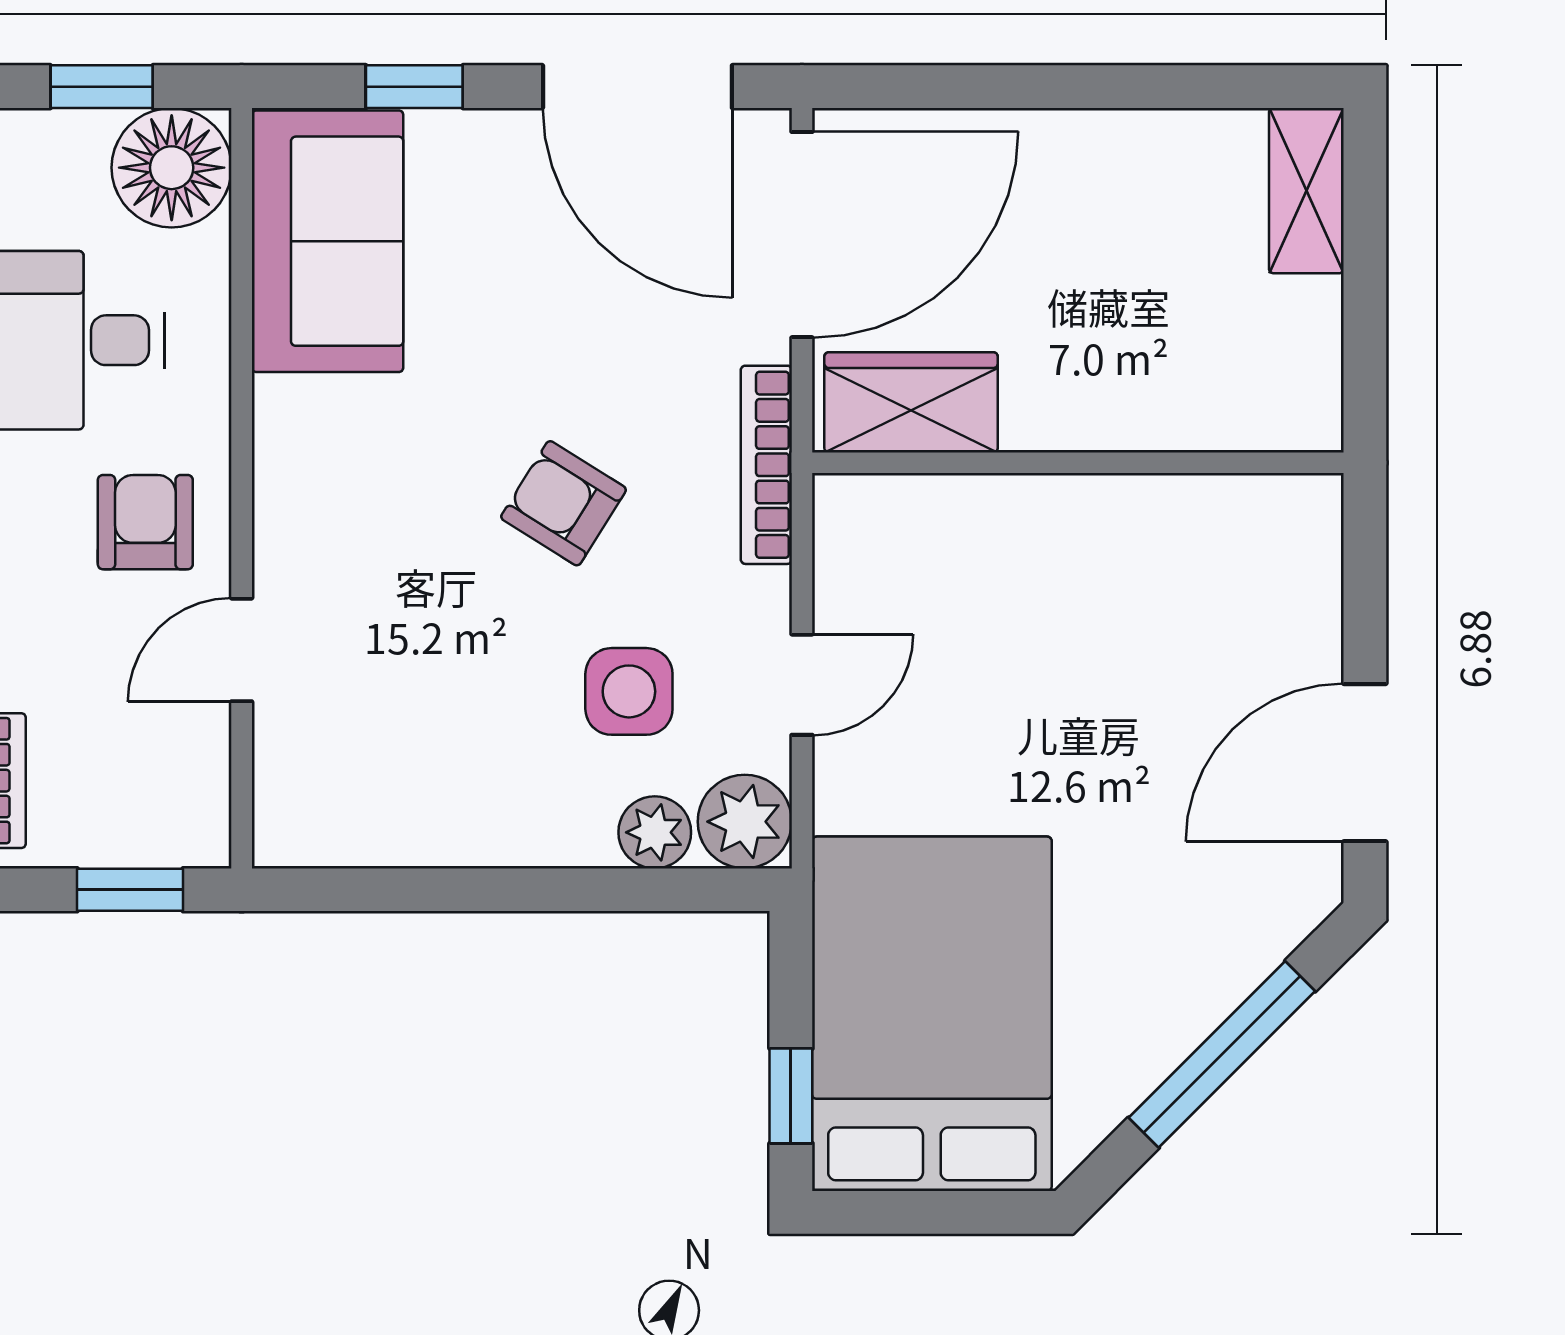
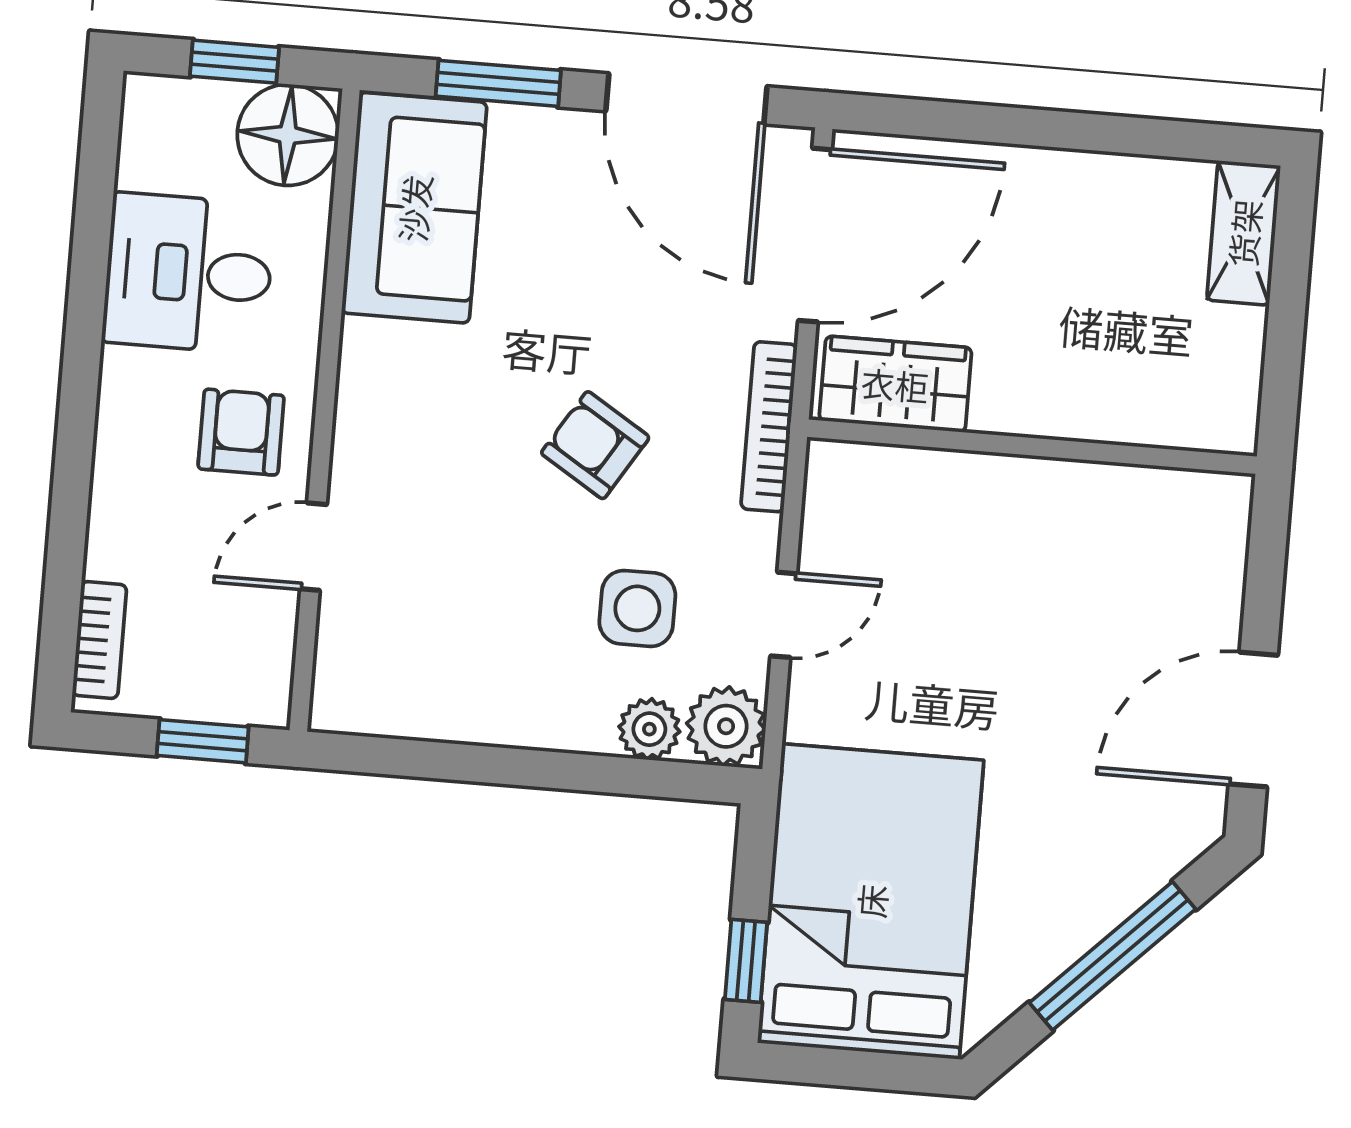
window: (414, 87) -> (498, 83), width x1.50

